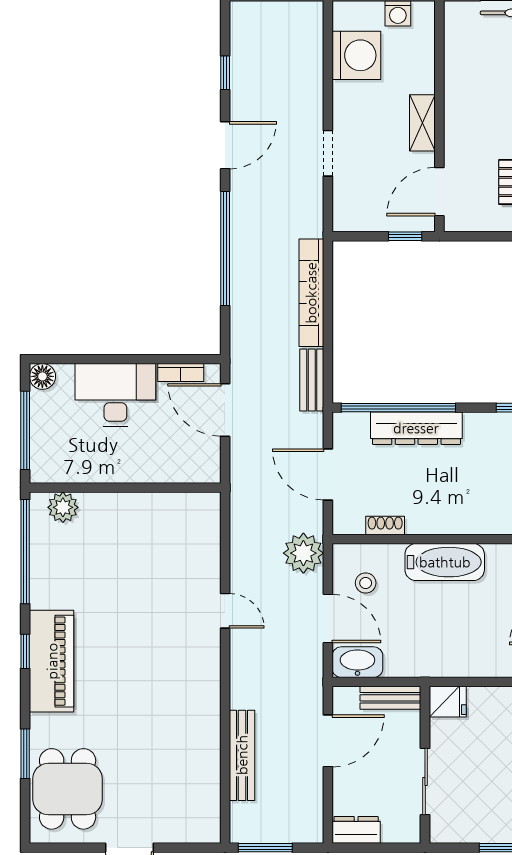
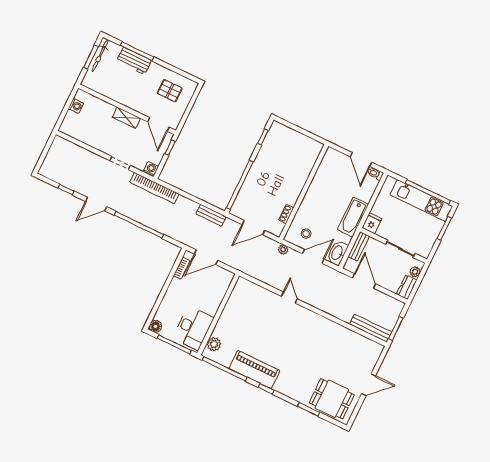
washing machine: (356, 55) -> (151, 169), moved, width x0.53, depth x0.53
door: (225, 145) -> (96, 204), swing flipped
bookcase: (311, 293) -> (154, 188), moved
desk: (115, 395) -> (193, 328), moved, turned 180
dresser: (416, 428) -> (252, 181), removed
plant: (303, 553) -> (283, 250), width x0.53, depth x0.53
bathtub: (445, 562) -> (353, 217), moved, turned 180
door: (225, 611) -> (289, 298), hinge flipped
piano: (52, 661) -> (254, 370), moved
bench: (242, 755) -> (371, 328), moved
plant: (394, 832) -> (415, 272), added

